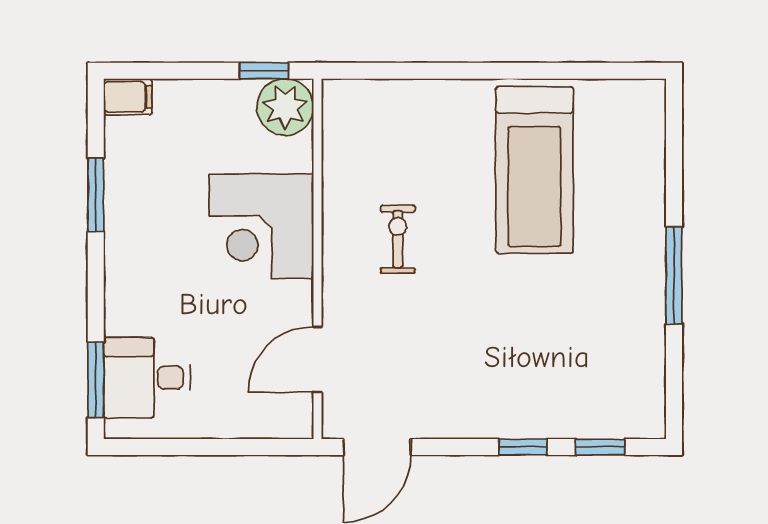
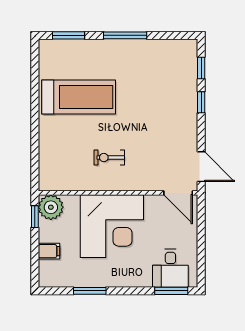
filing cabinet: (128, 97) -> (49, 251), moved, turned 90
window: (674, 147) -> (68, 35), added
corner desk: (261, 226) -> (112, 226), width x1.36, depth x1.36
door: (318, 359) -> (178, 193), moved

